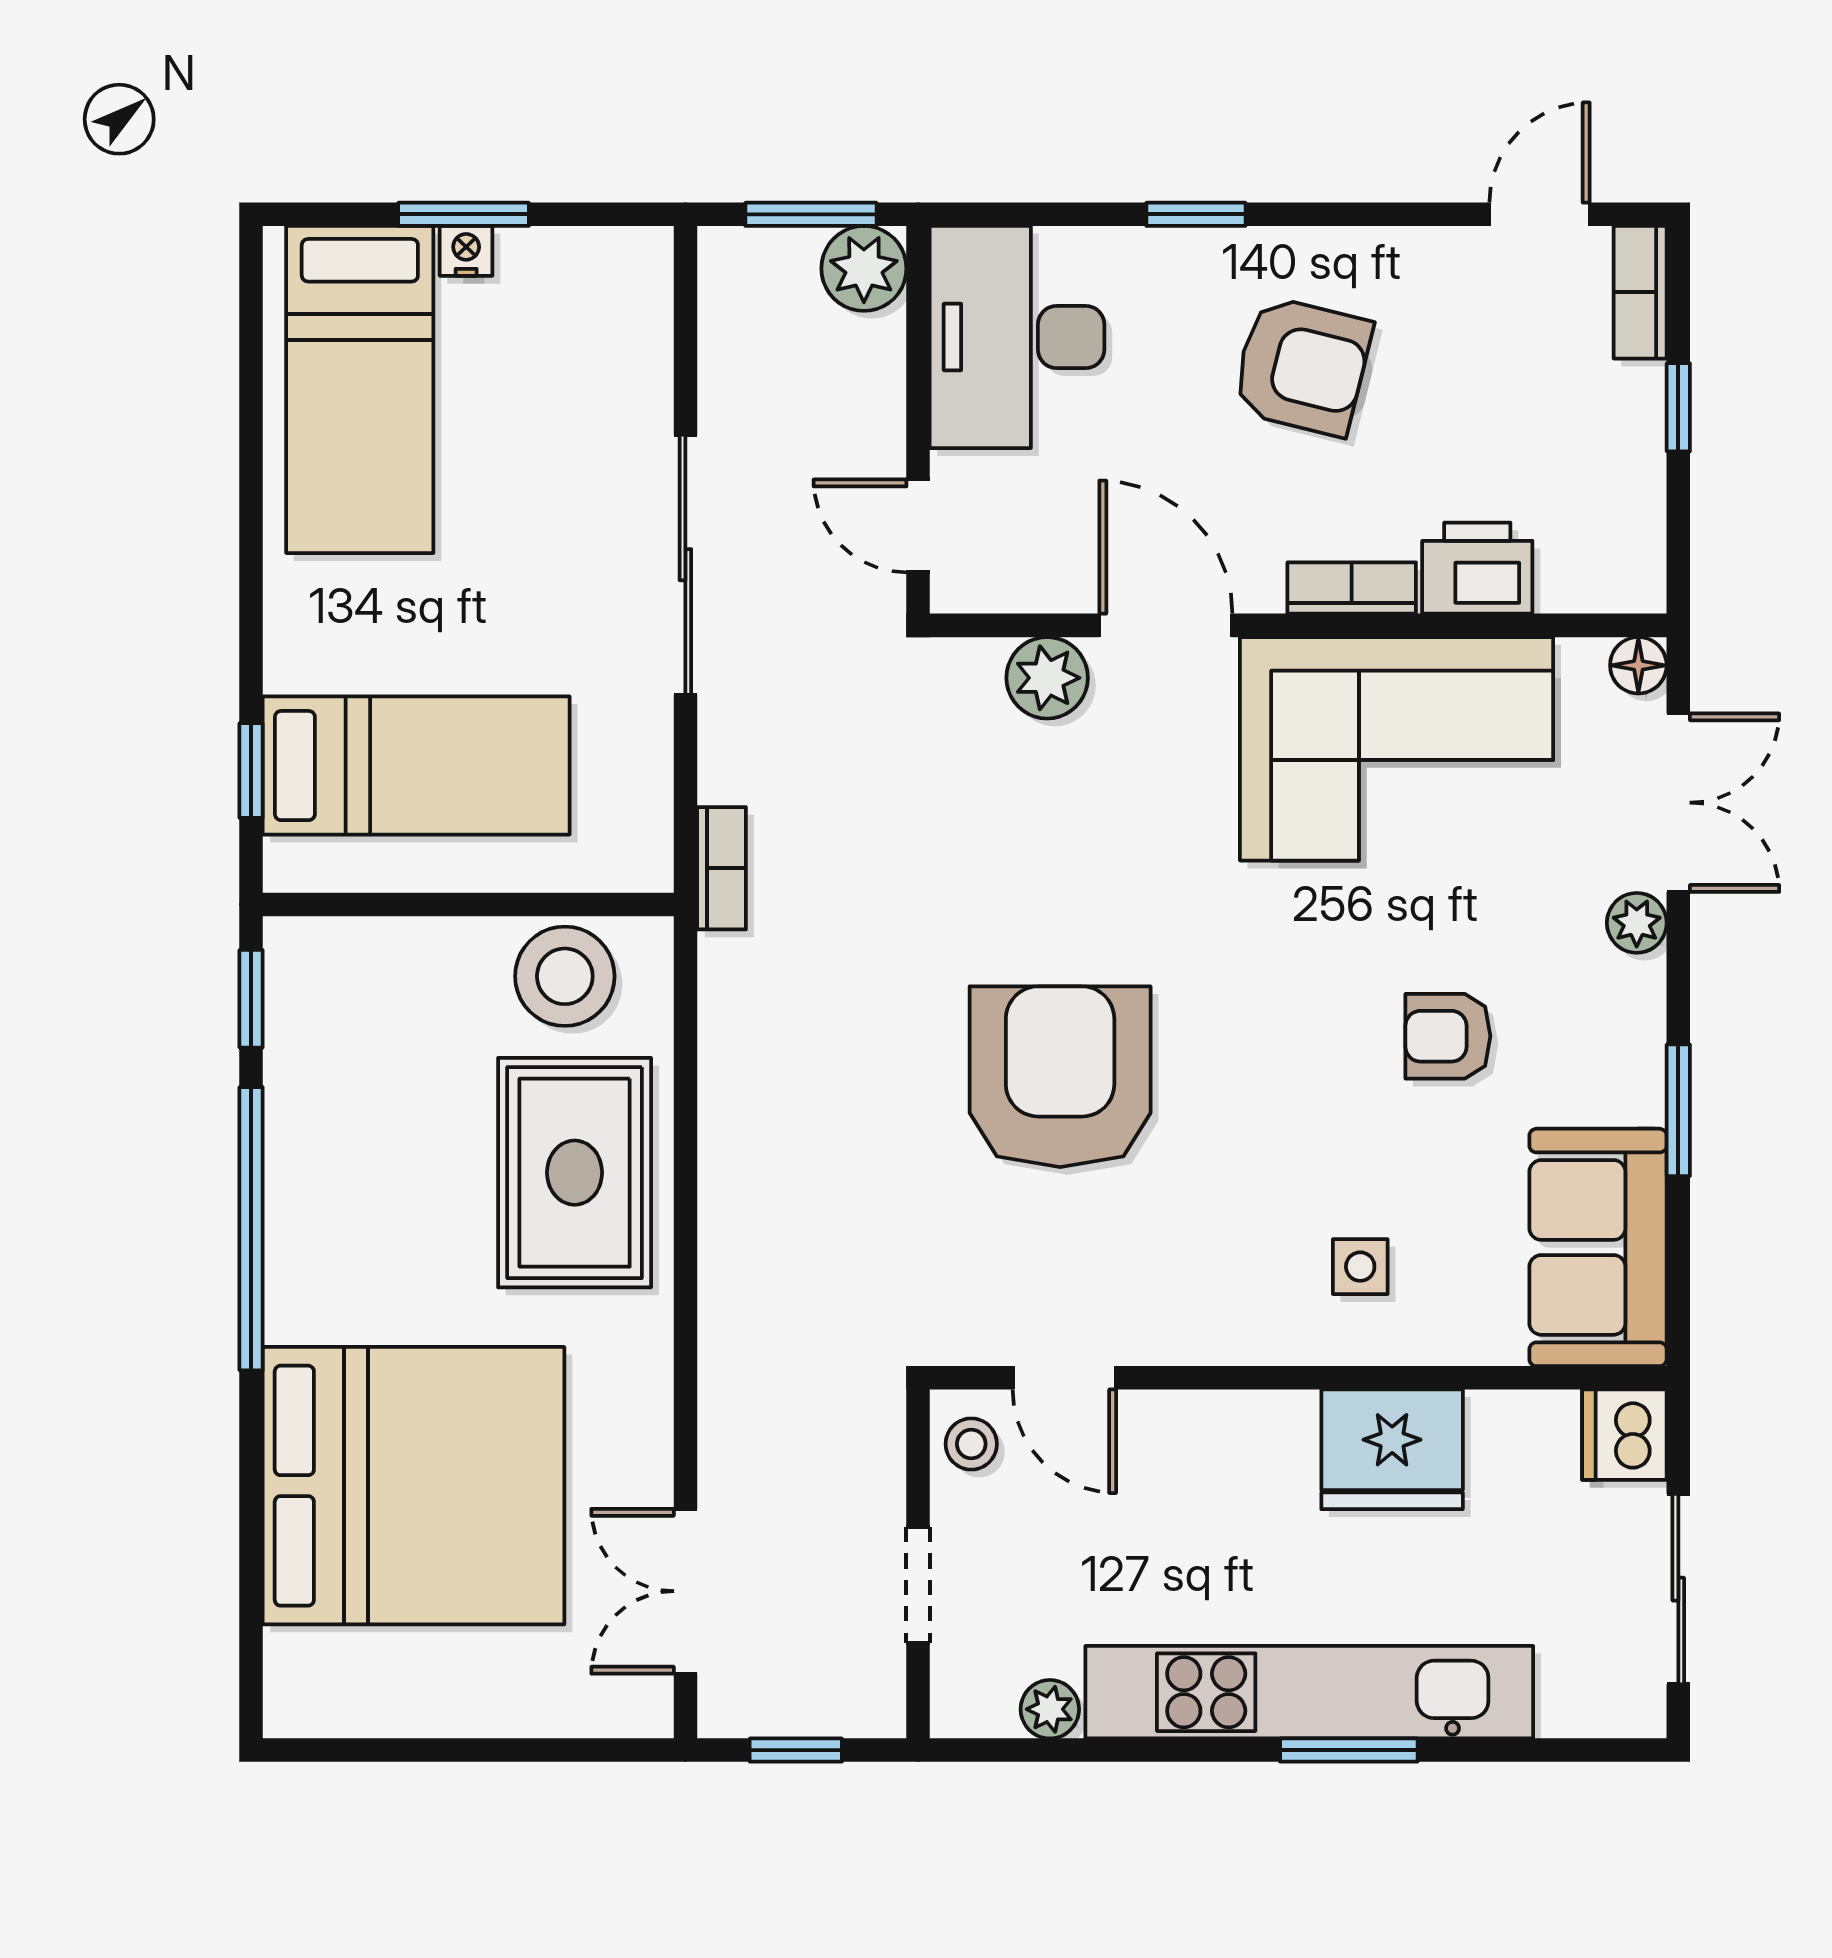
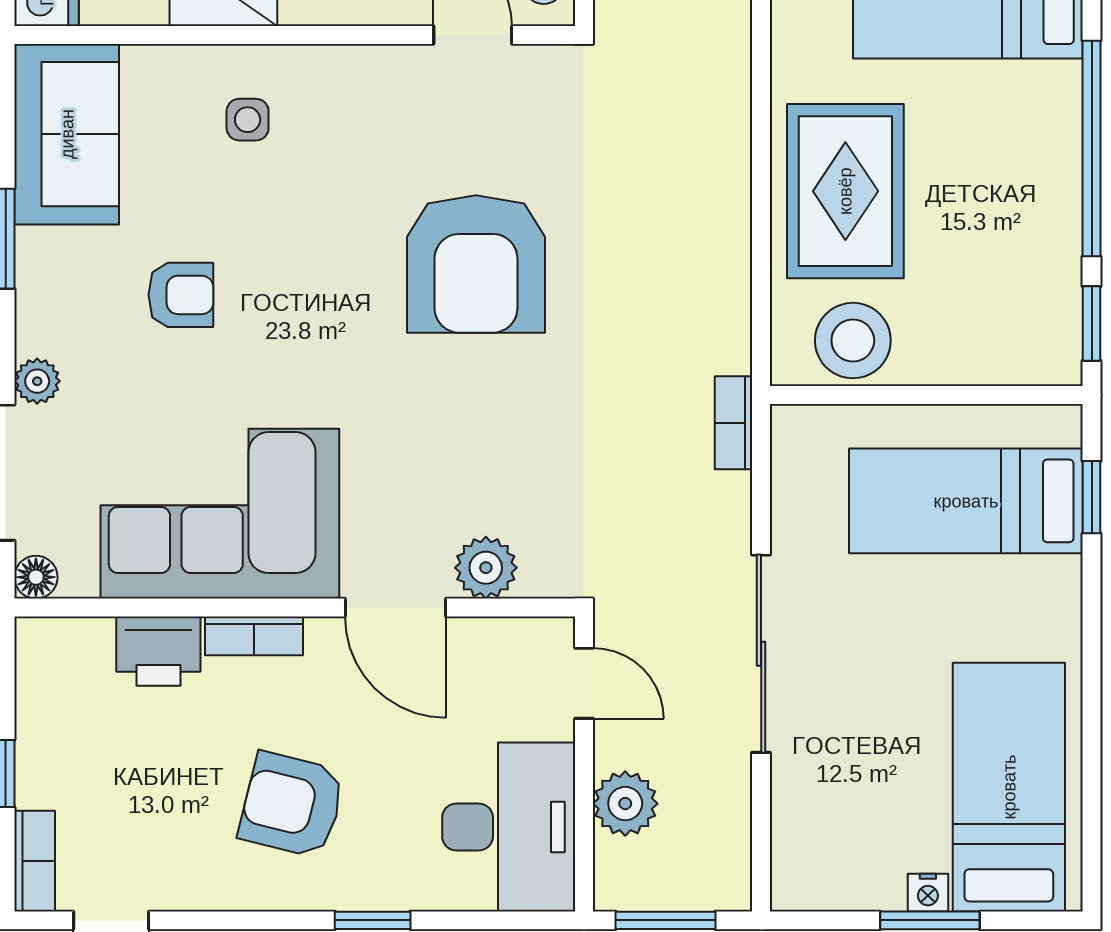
plant: (864, 268) -> (625, 804), moved

